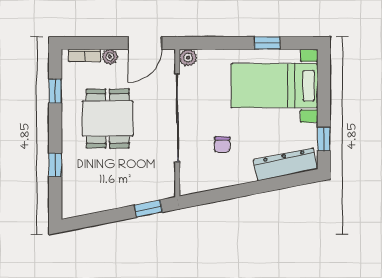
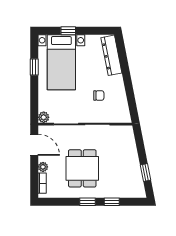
window: (55, 91) -> (87, 202), moved
dining table: (108, 119) -> (82, 168), turned 90
window: (324, 139) -> (68, 31), moved
window: (148, 209) -> (145, 172), moved

